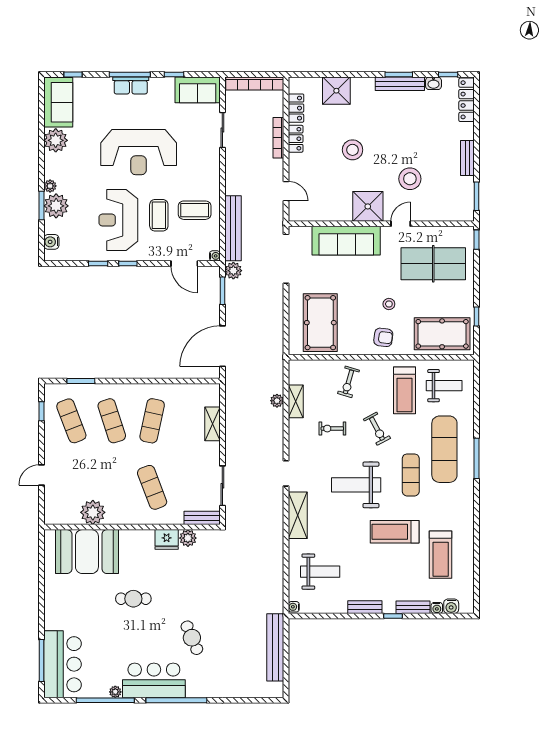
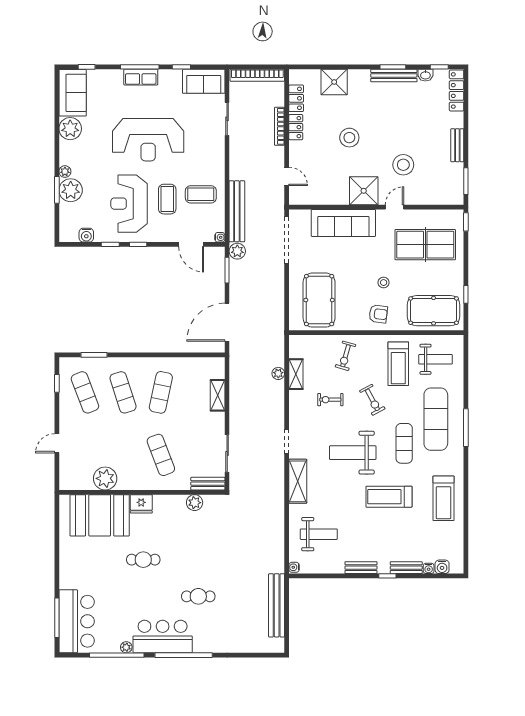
water cooler: (51, 242) -> (86, 235), moved, turned -90
fridge: (167, 539) -> (141, 504), moved
treadmill: (441, 555) -> (443, 498), moved
cafe table: (192, 638) -> (198, 596), turned -67

